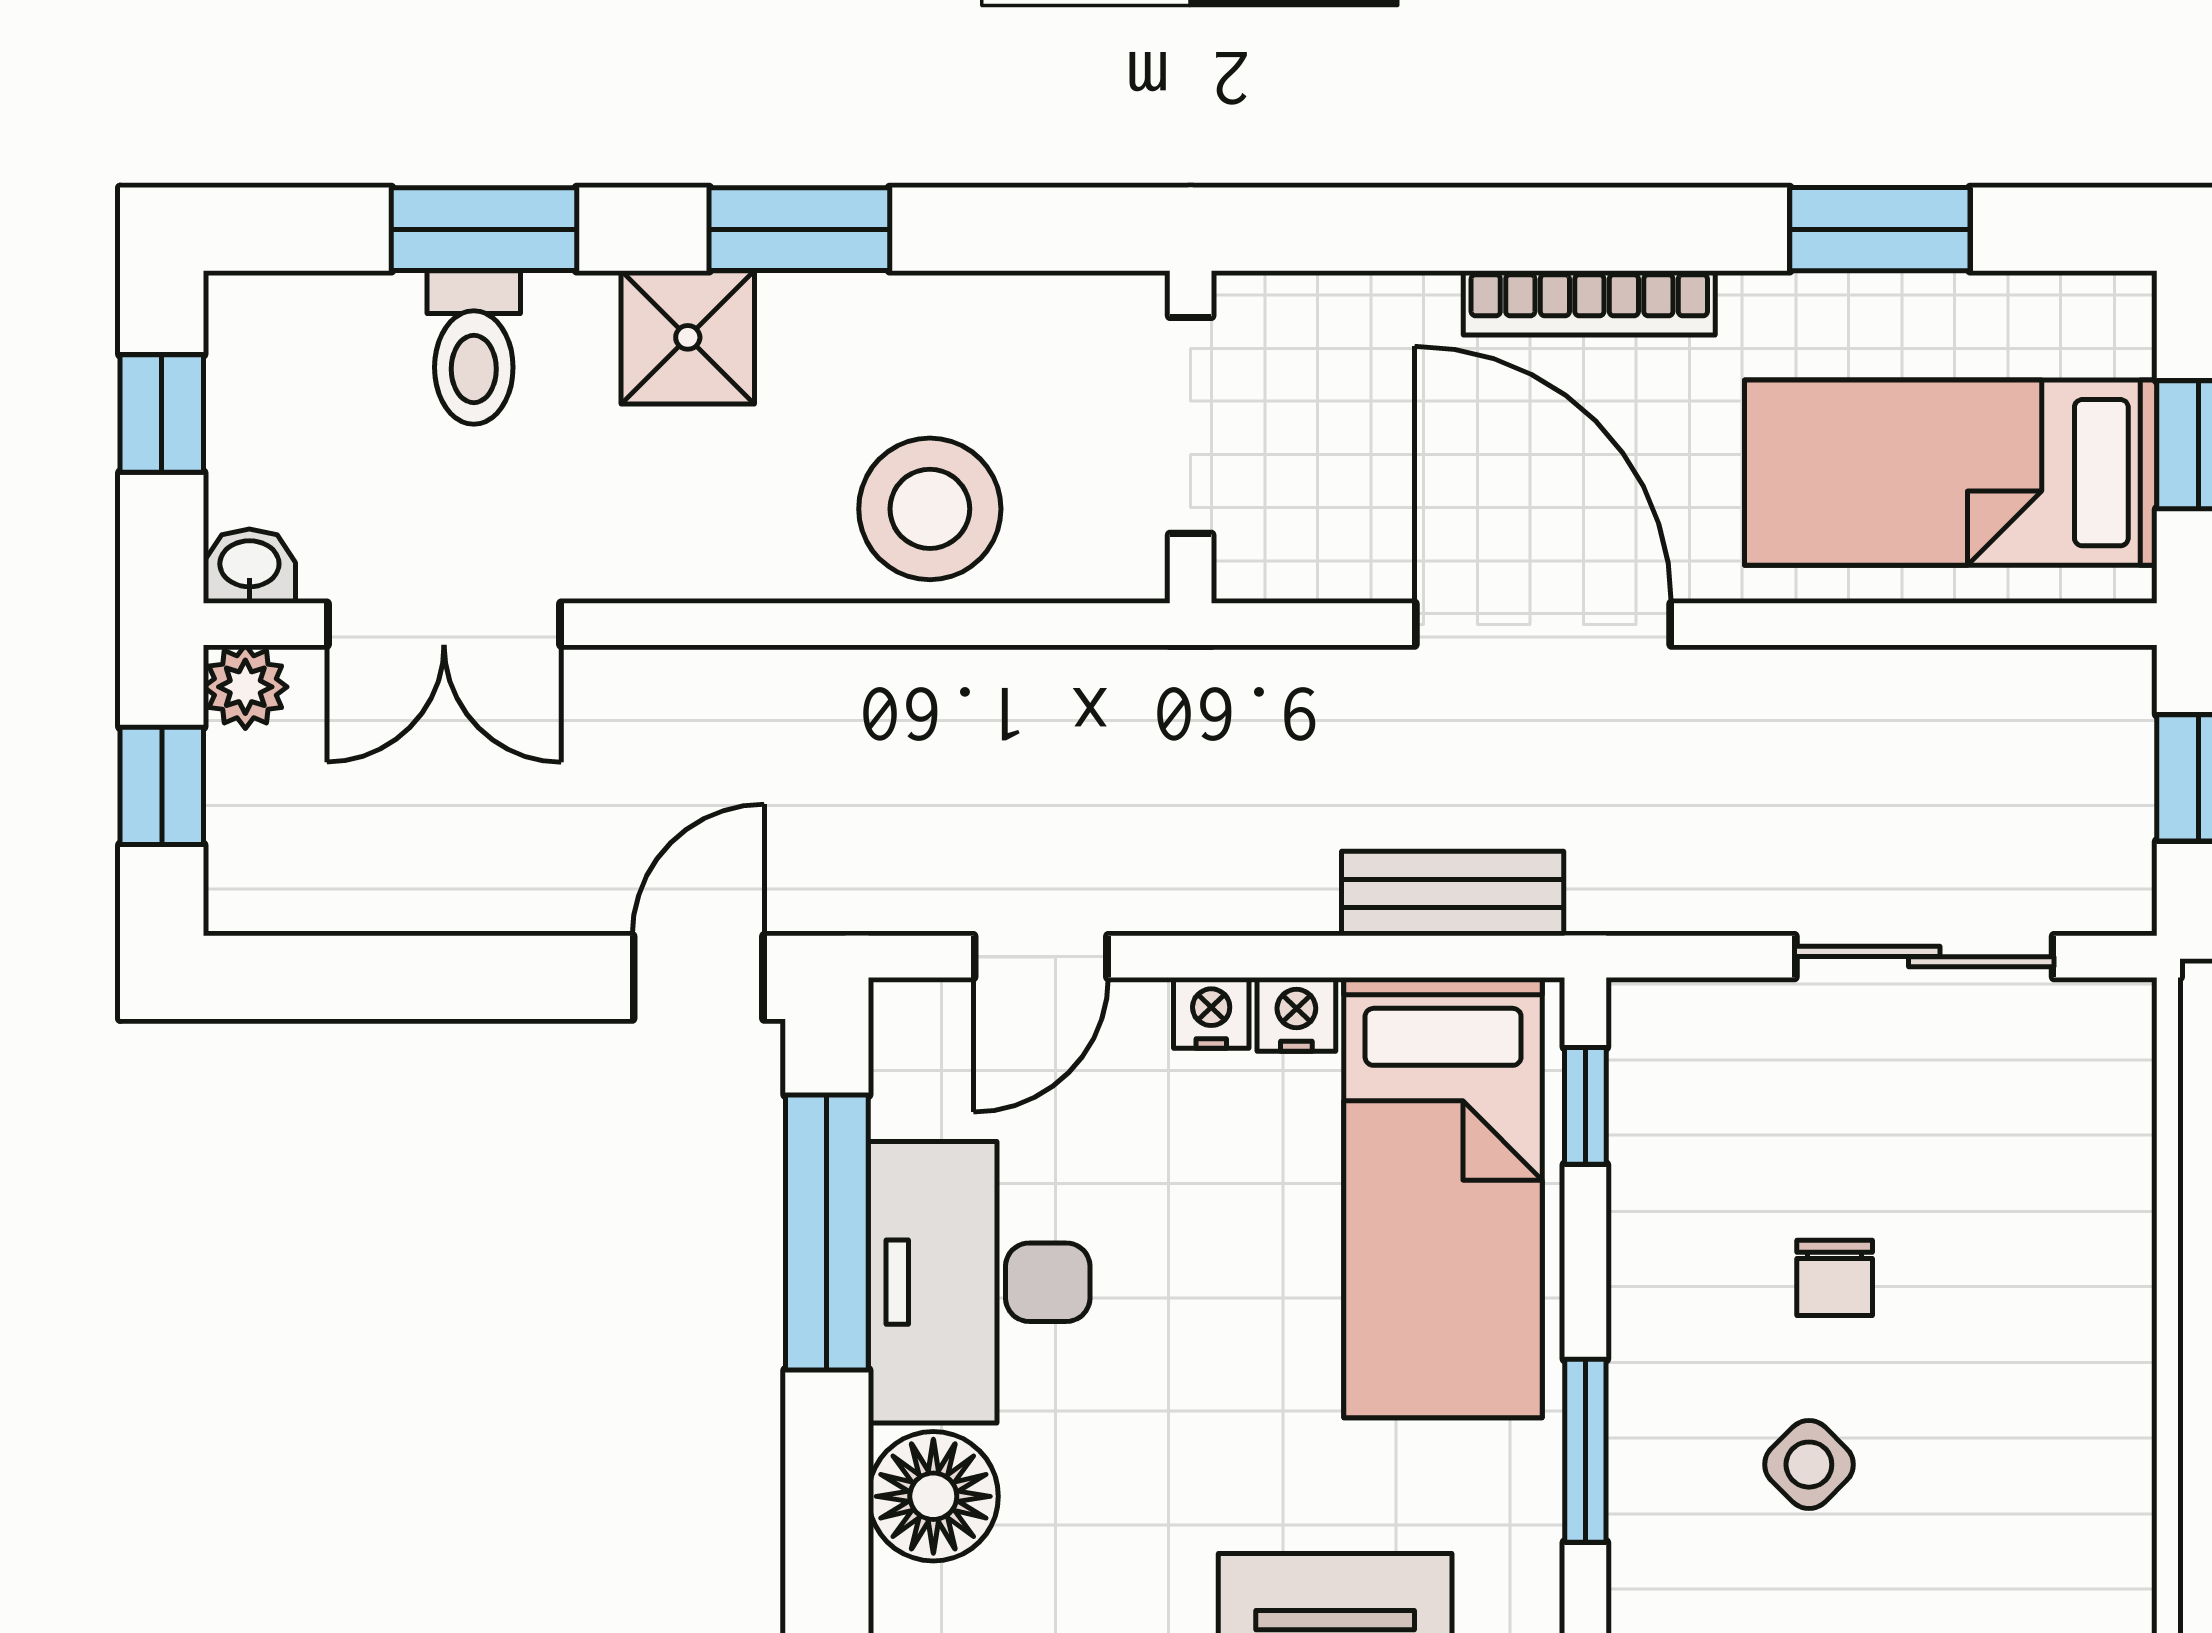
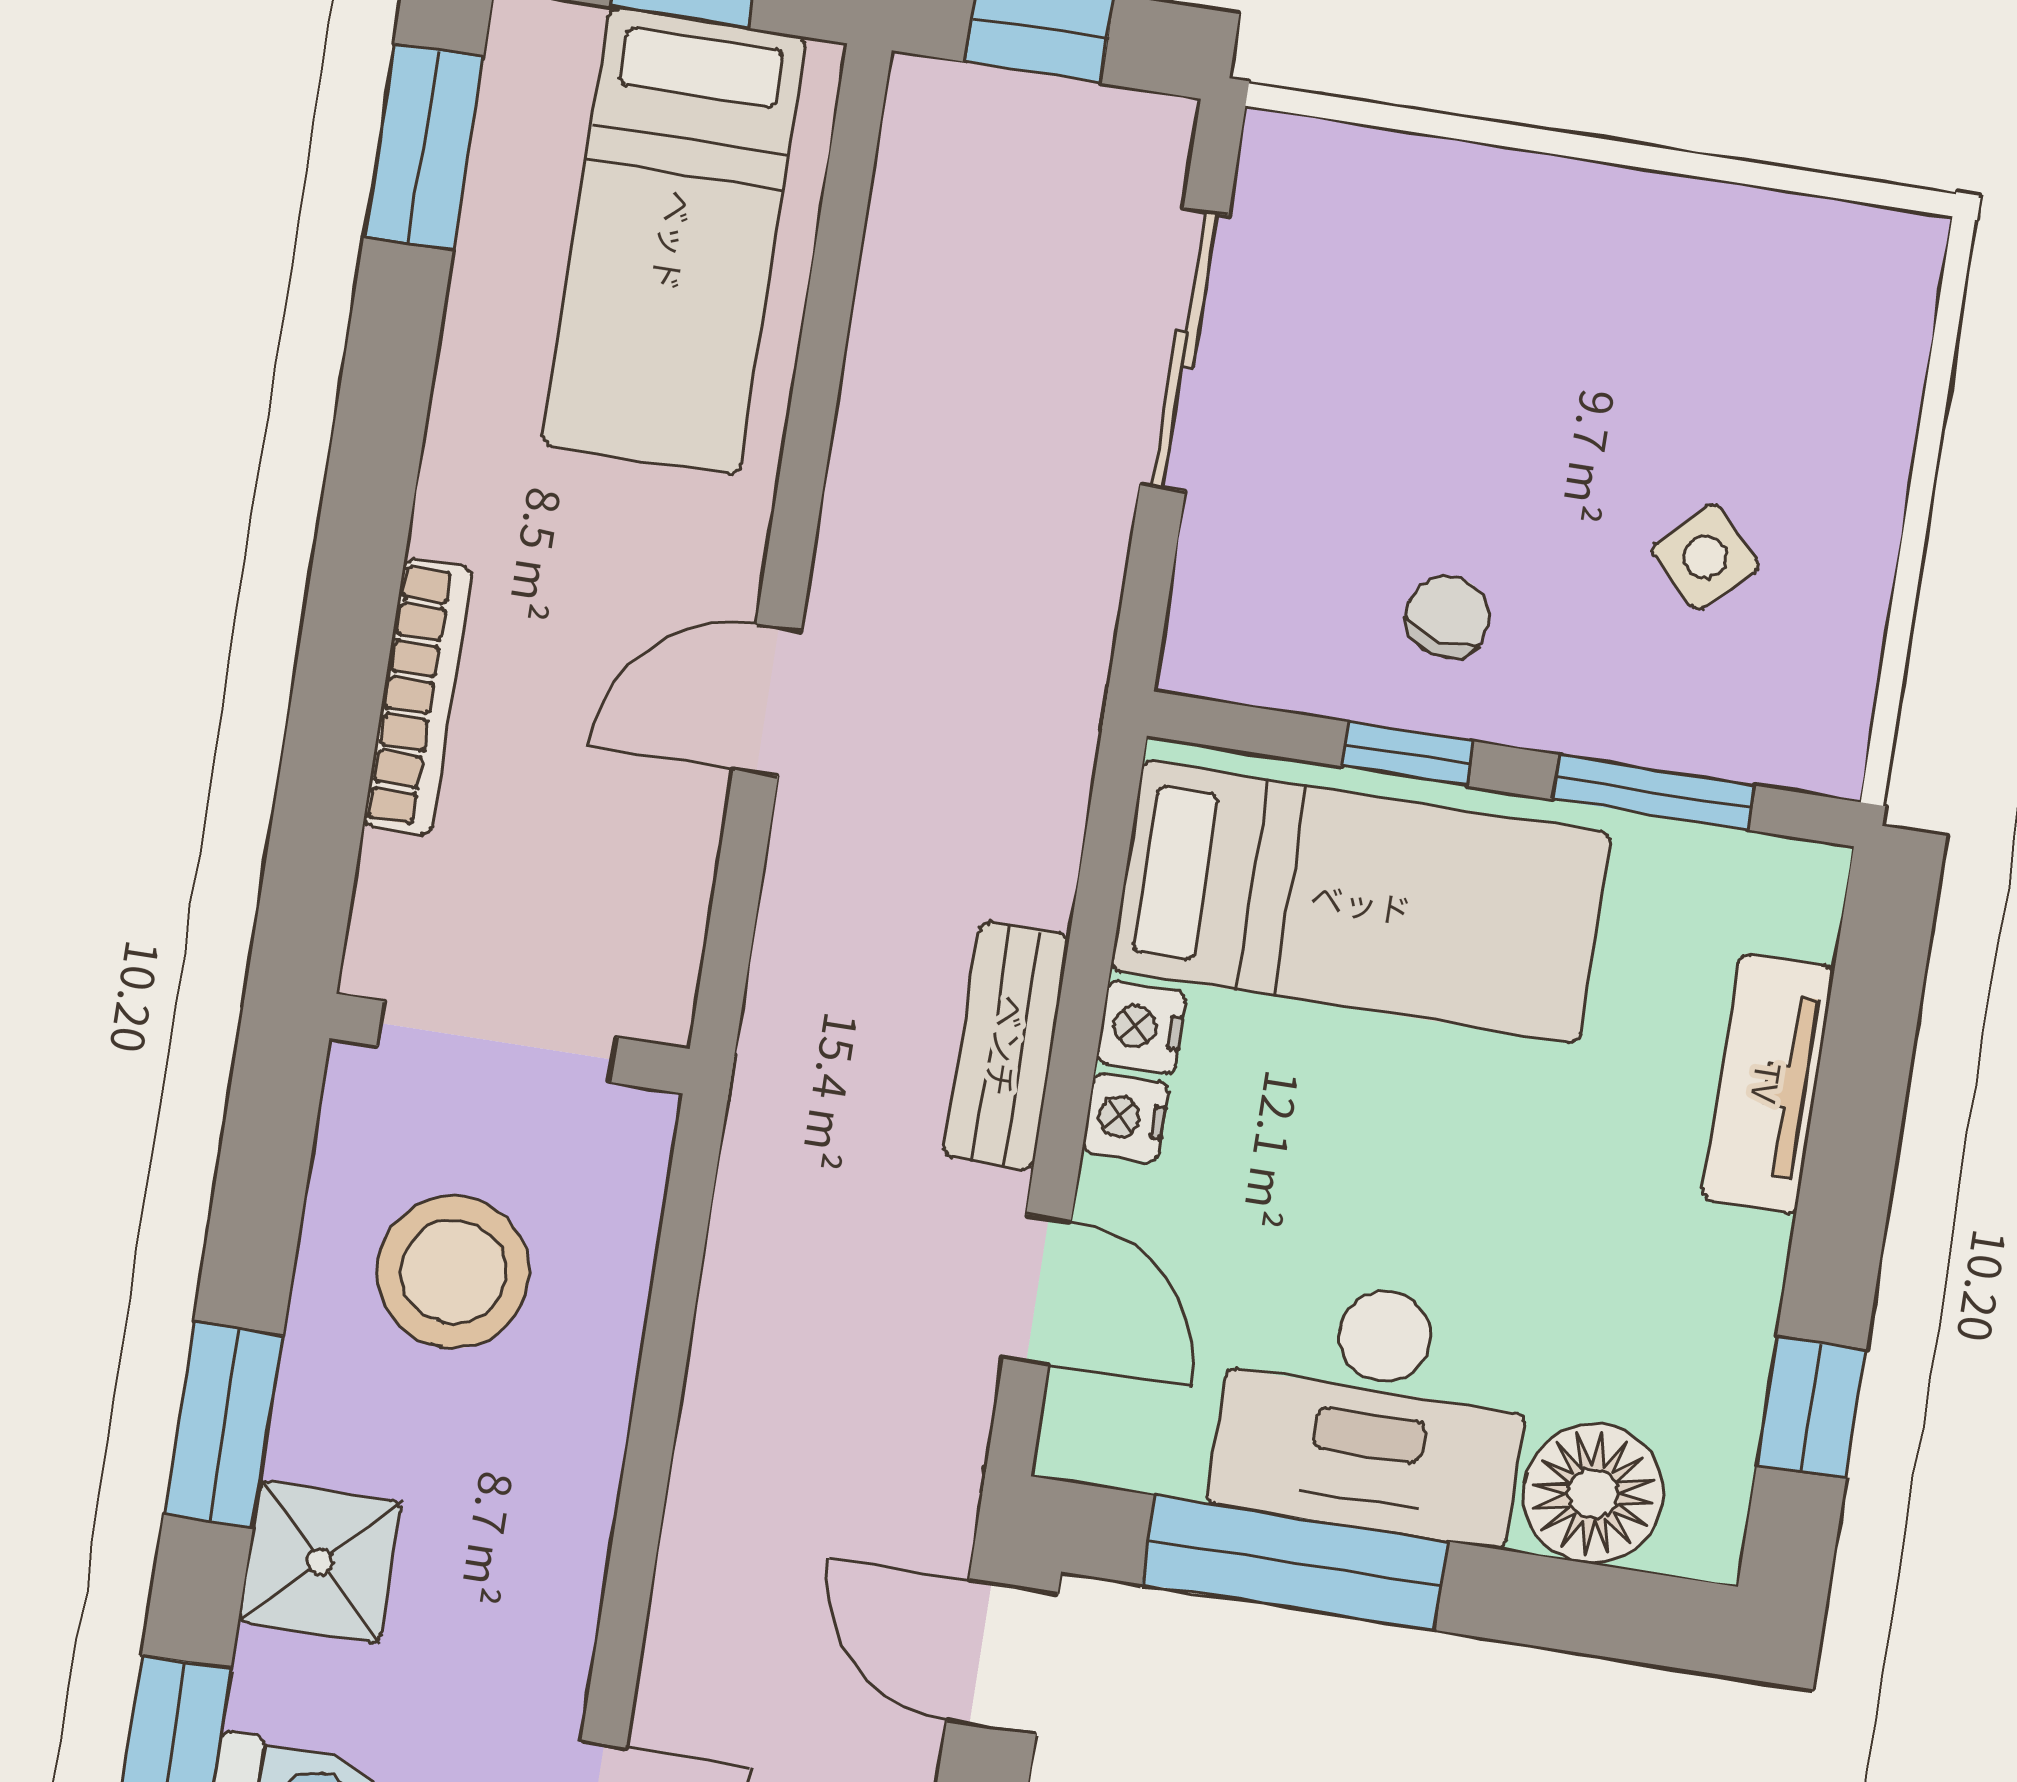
window: (1880, 229) -> (424, 147), moved
bookcase: (1589, 303) -> (418, 697), moved
stool: (930, 509) -> (453, 1272), moved
door: (1543, 624) -> (767, 700), width x0.53
bench: (1453, 893) -> (1007, 1046), moved
window: (1585, 1106) -> (1407, 754), moved
chair: (1835, 1278) -> (1448, 617), moved, turned -78

